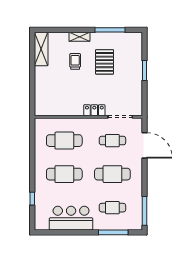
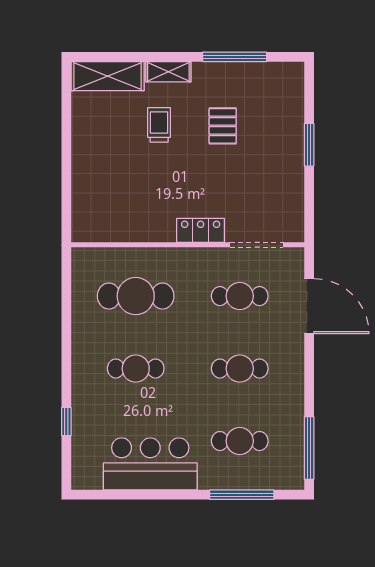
shelving: (41, 49) -> (108, 76), moved, turned 90
pallet: (105, 62) -> (223, 126), width x0.67, depth x0.71
cafe table: (64, 174) -> (136, 369), width x0.73, depth x0.74
cafe table: (112, 174) -> (240, 369), width x0.73, depth x0.74

